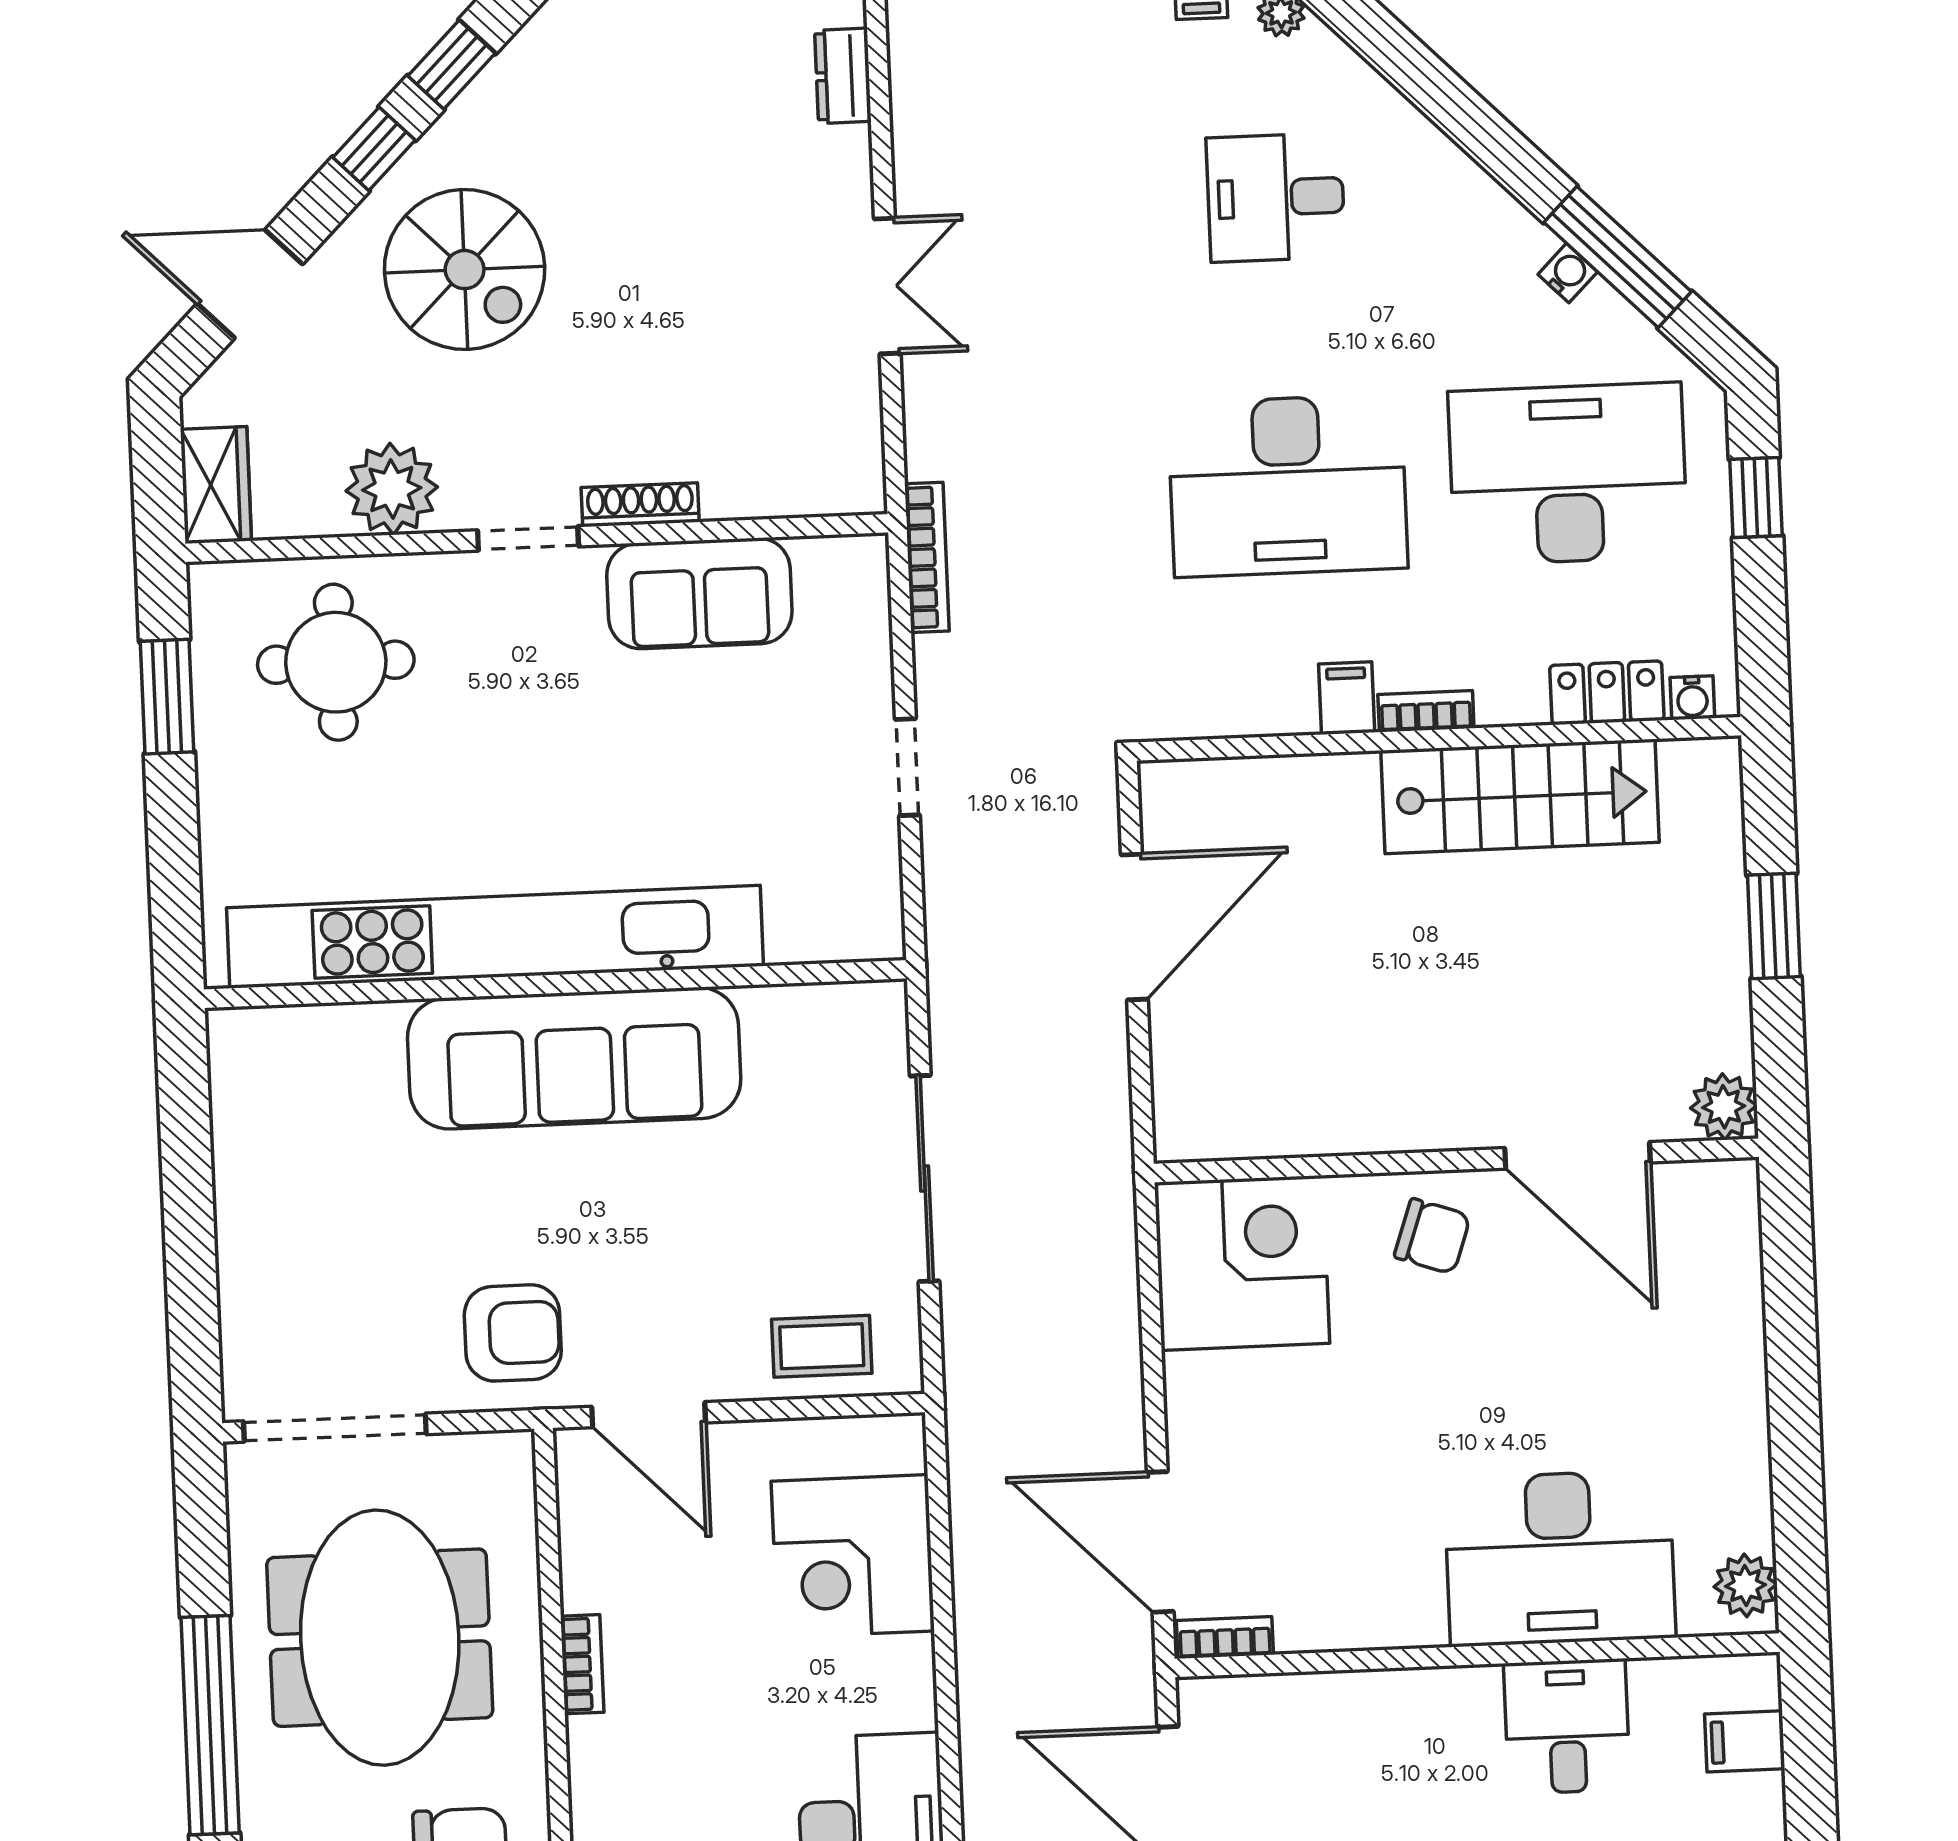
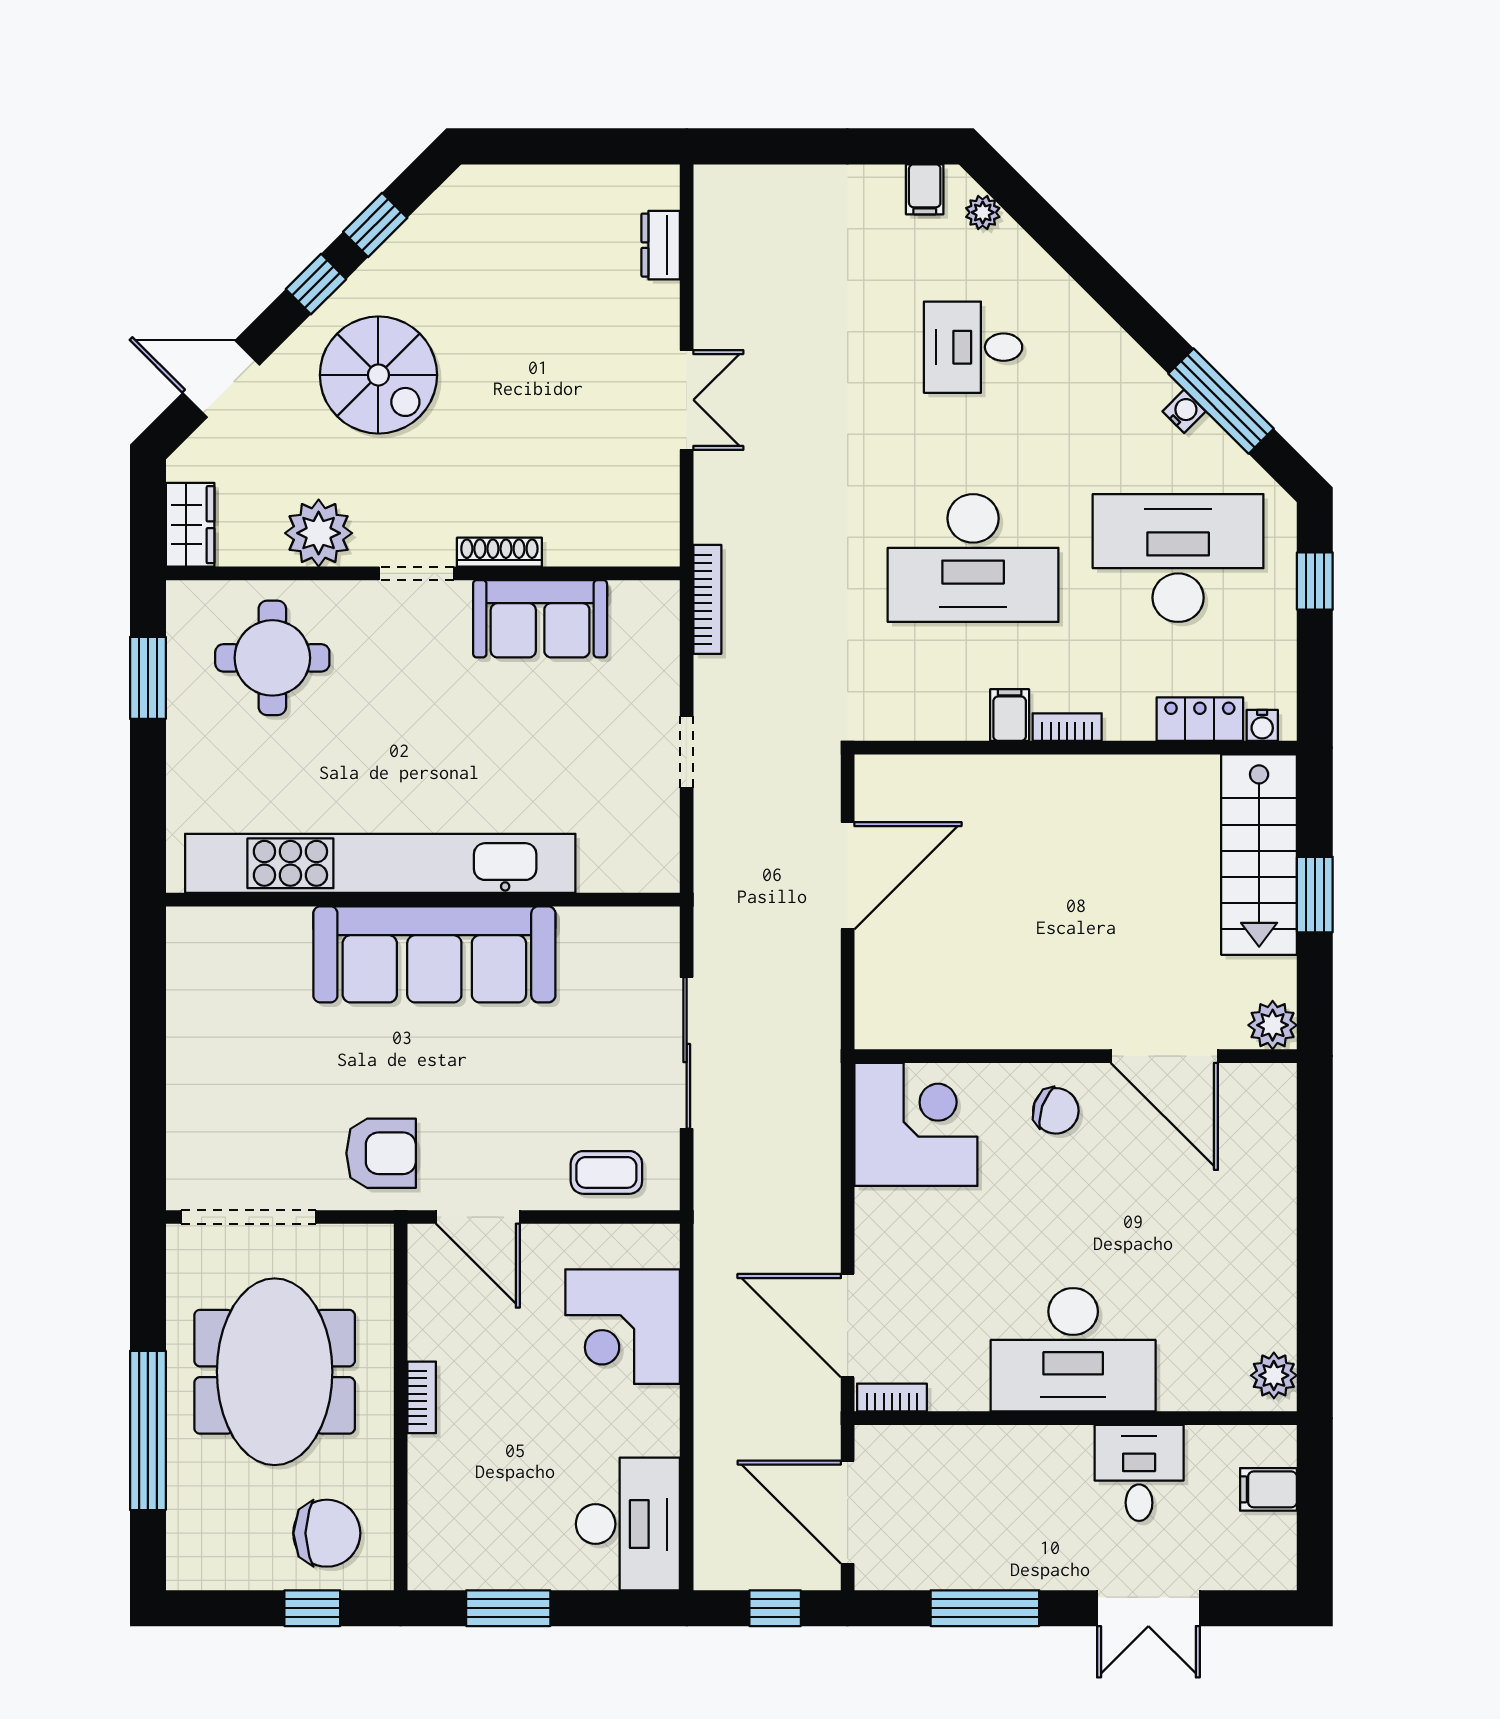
stairs: (1520, 796) -> (1259, 855), moved, turned 90
desk: (1560, 1558) -> (1073, 1350), moved

